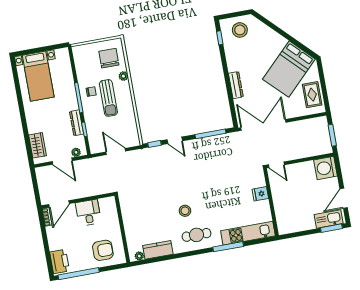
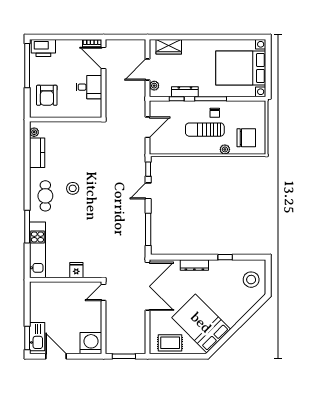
window: (220, 38) -> (225, 257), moved
bed with nightstands: (38, 76) -> (241, 68), width x1.36

